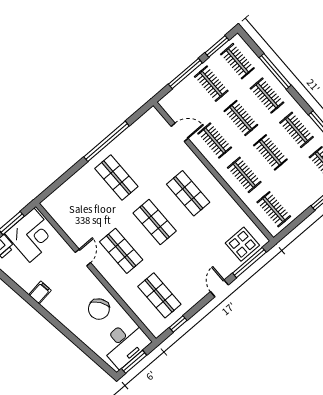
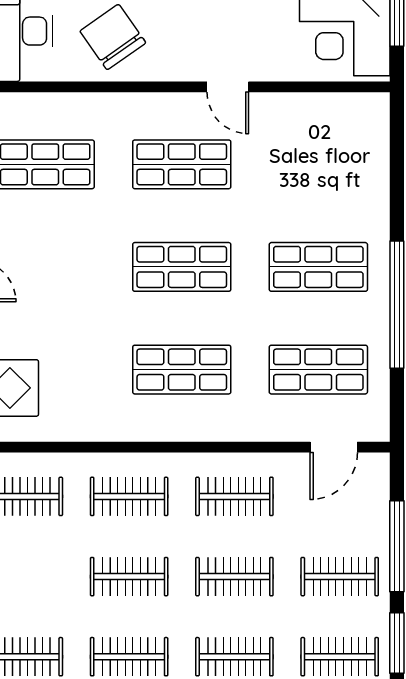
door: (180, 132) -> (334, 447), moved
shop shelf: (150, 149) -> (318, 370), added

